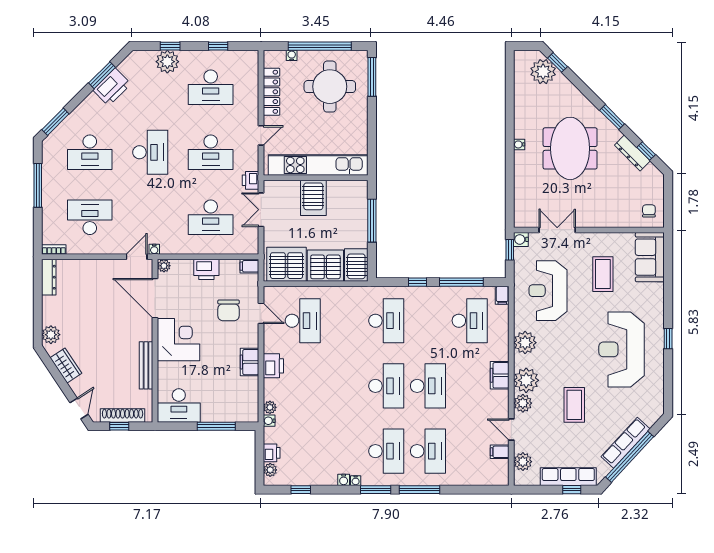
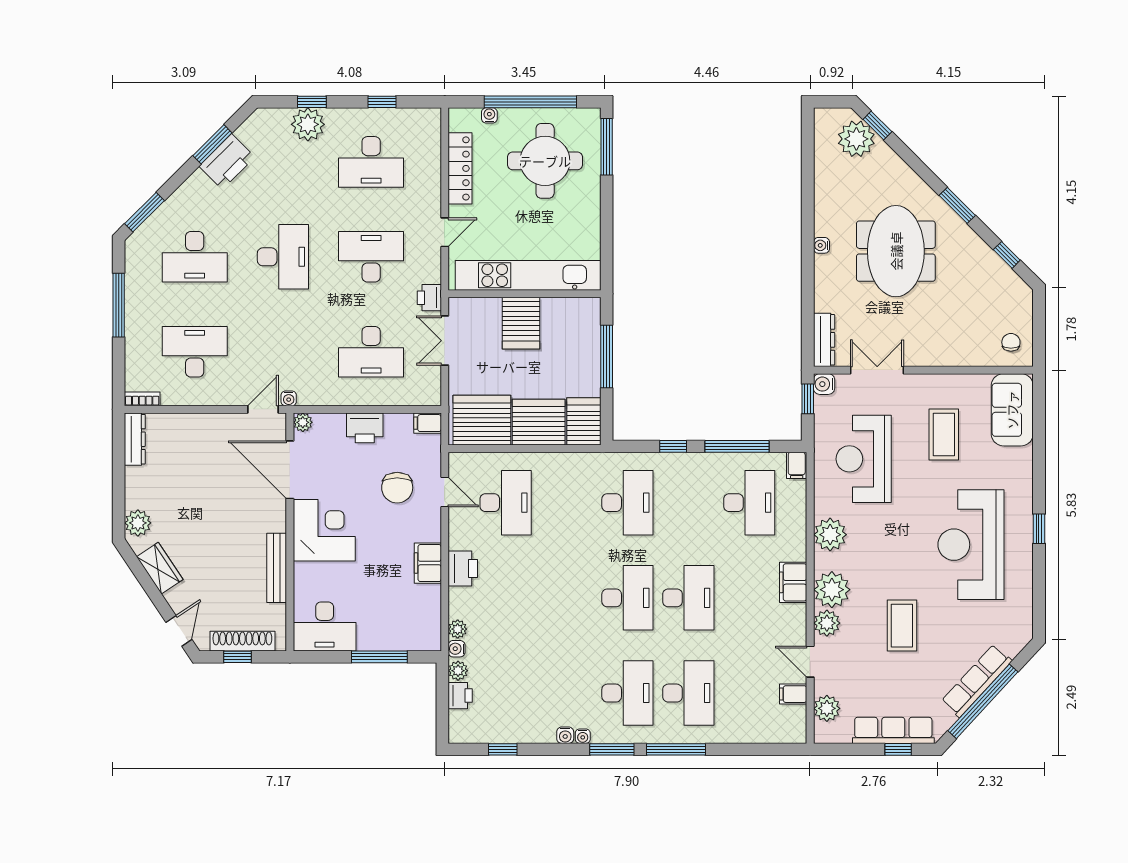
desk: (211, 152) -> (371, 257), turned 180
dresser: (632, 153) -> (824, 340), moved, turned -135
plant: (270, 470) -> (458, 671), moved

